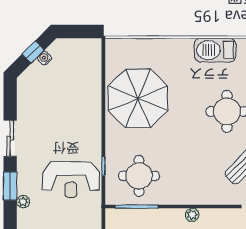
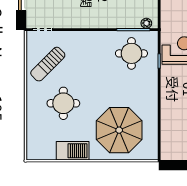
parasol: (138, 98) -> (119, 130), moved
plant: (192, 215) -> (146, 23), moved

